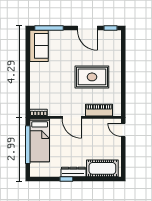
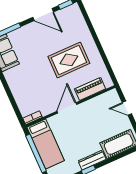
door: (72, 117) -> (67, 108), swing flipped
door: (123, 130) -> (127, 108), moved

